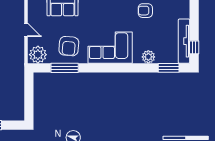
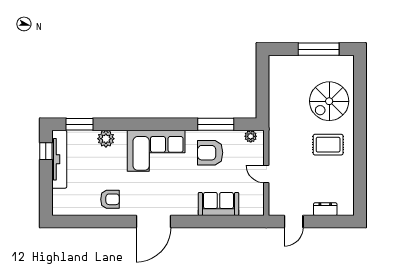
armchair: (69, 46) -> (210, 153), turned -95
plant: (38, 55) -> (251, 136), width x0.53, depth x0.53

